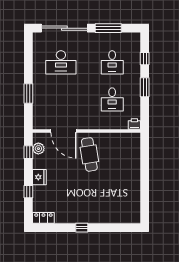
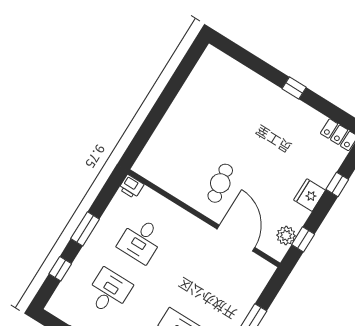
desk: (112, 99) -> (141, 240), turned 180
cafe table: (89, 154) -> (220, 183), width x0.73, depth x0.74

